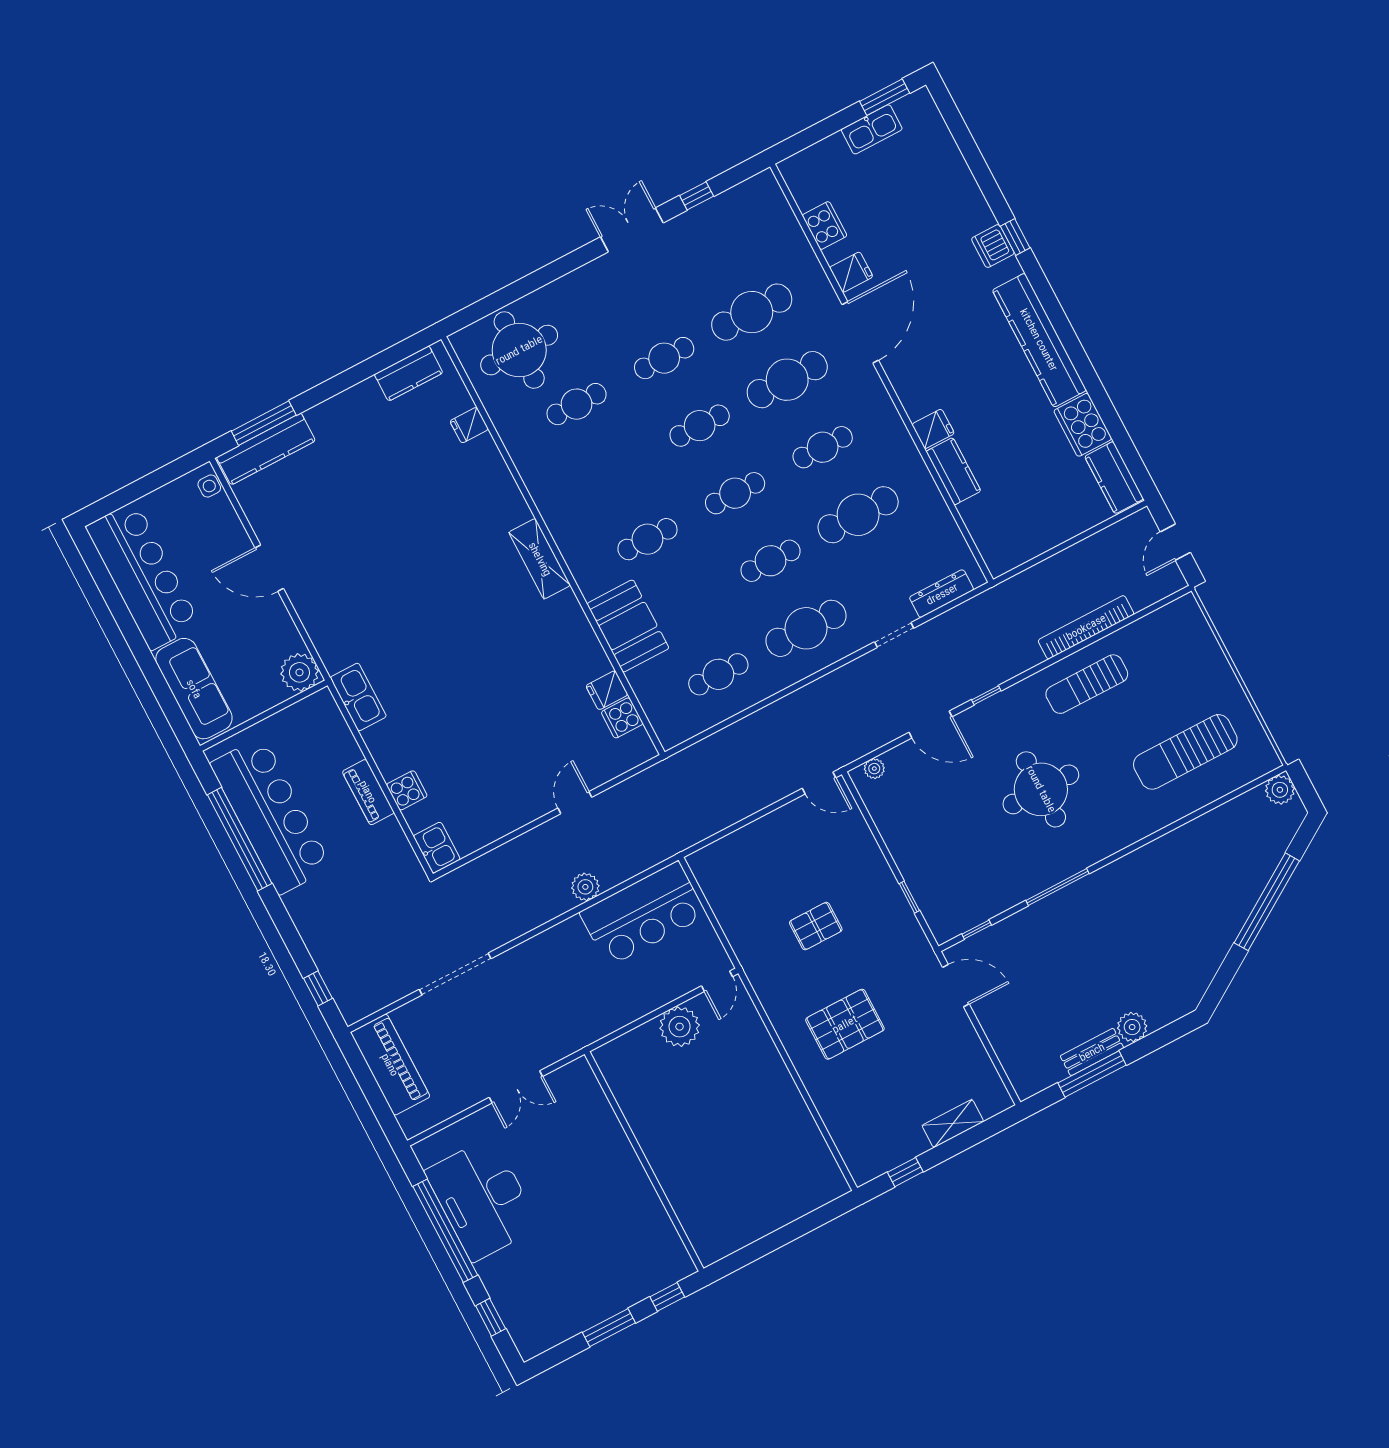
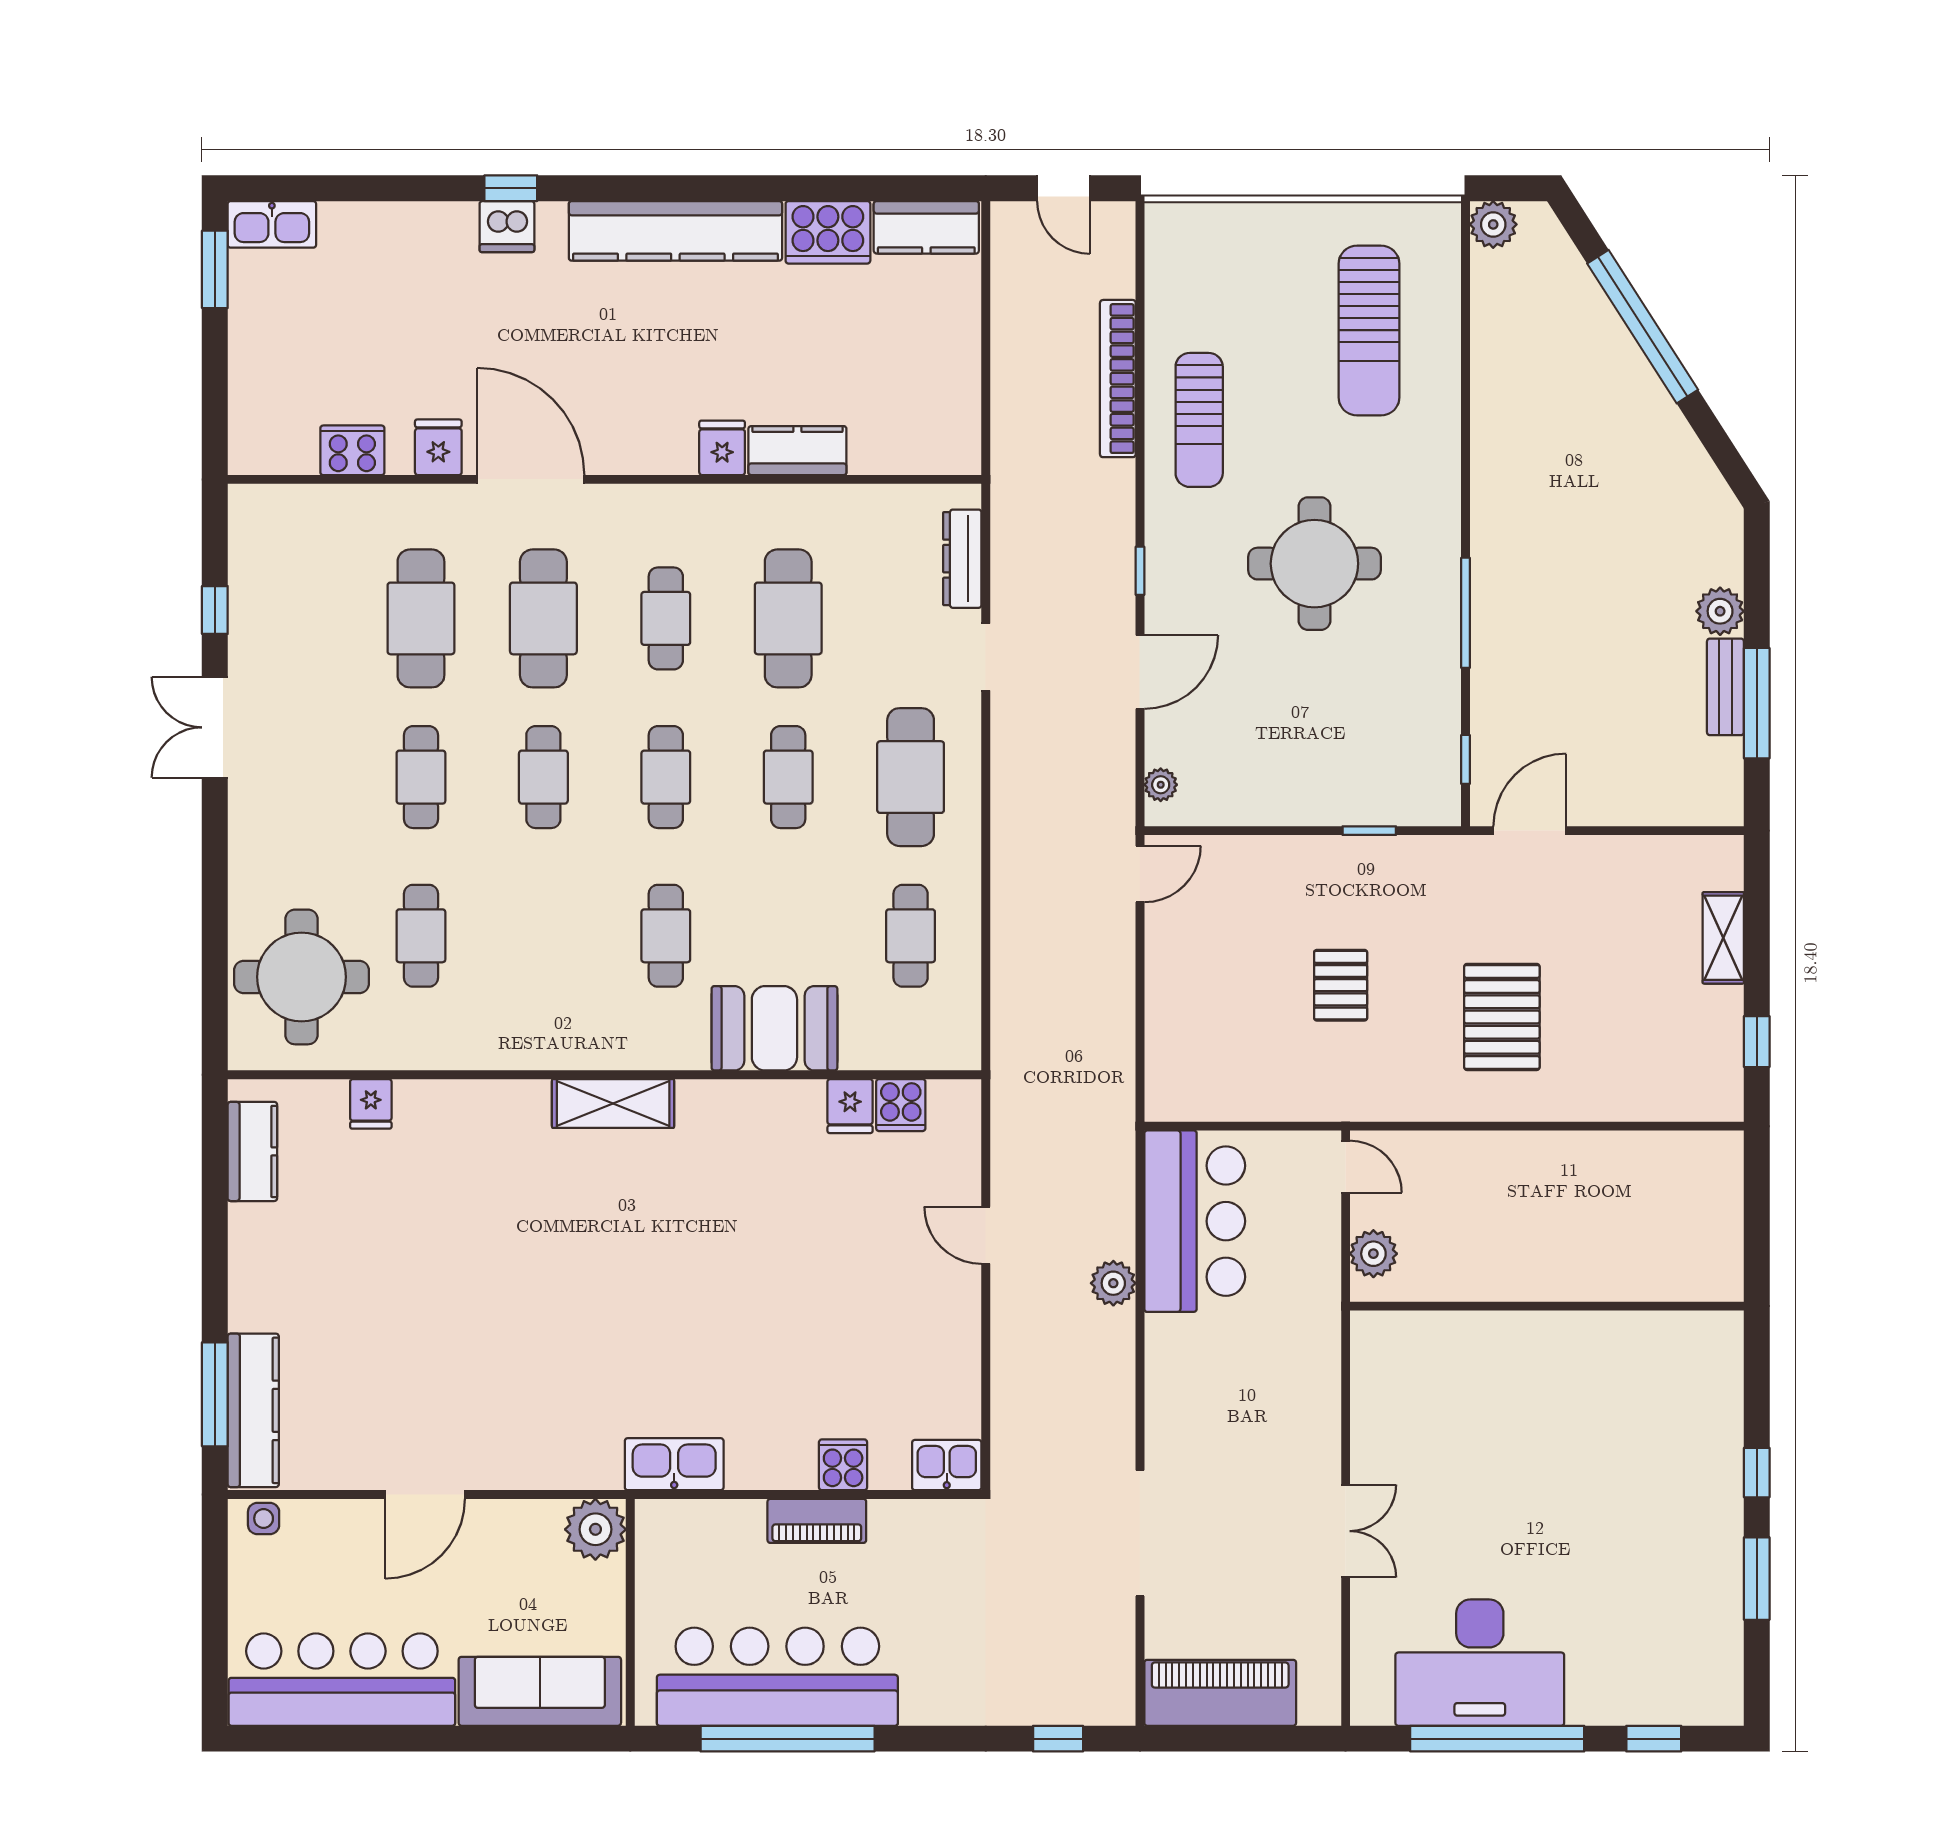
kitchen sink: (872, 129) -> (272, 224), moved, turned 90
plant: (680, 1027) -> (1373, 1254), width x0.73, depth x0.73
wall: (644, 1161) -> (1547, 1306), moved

